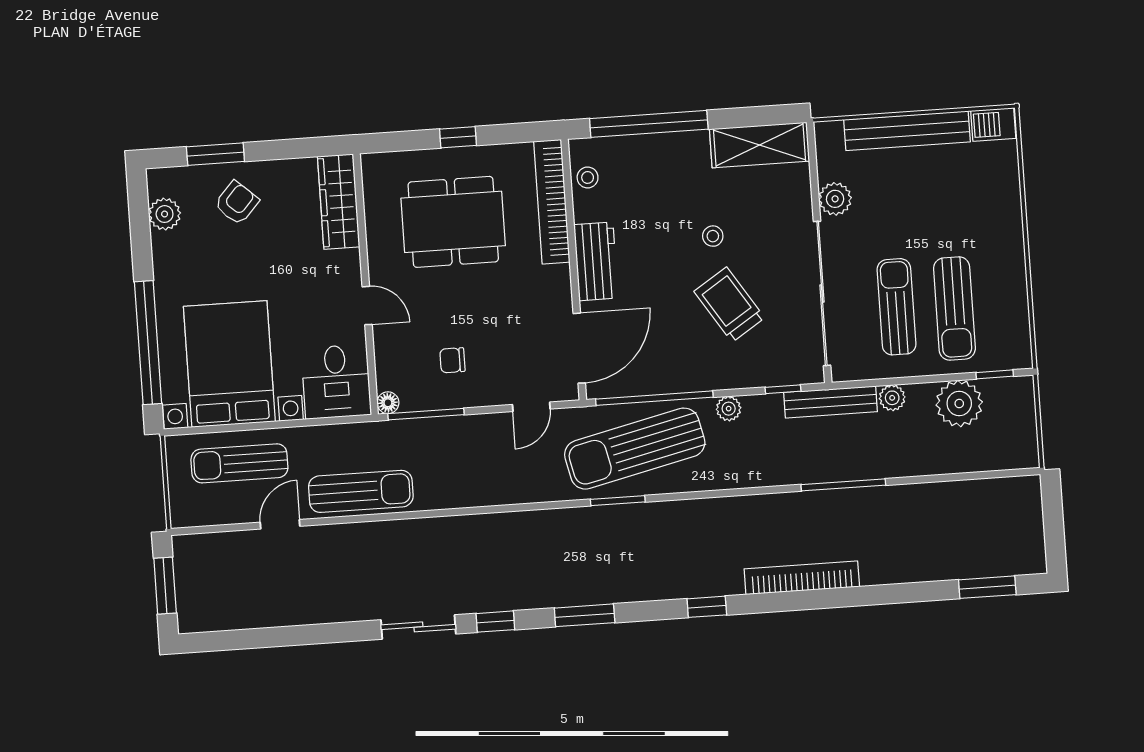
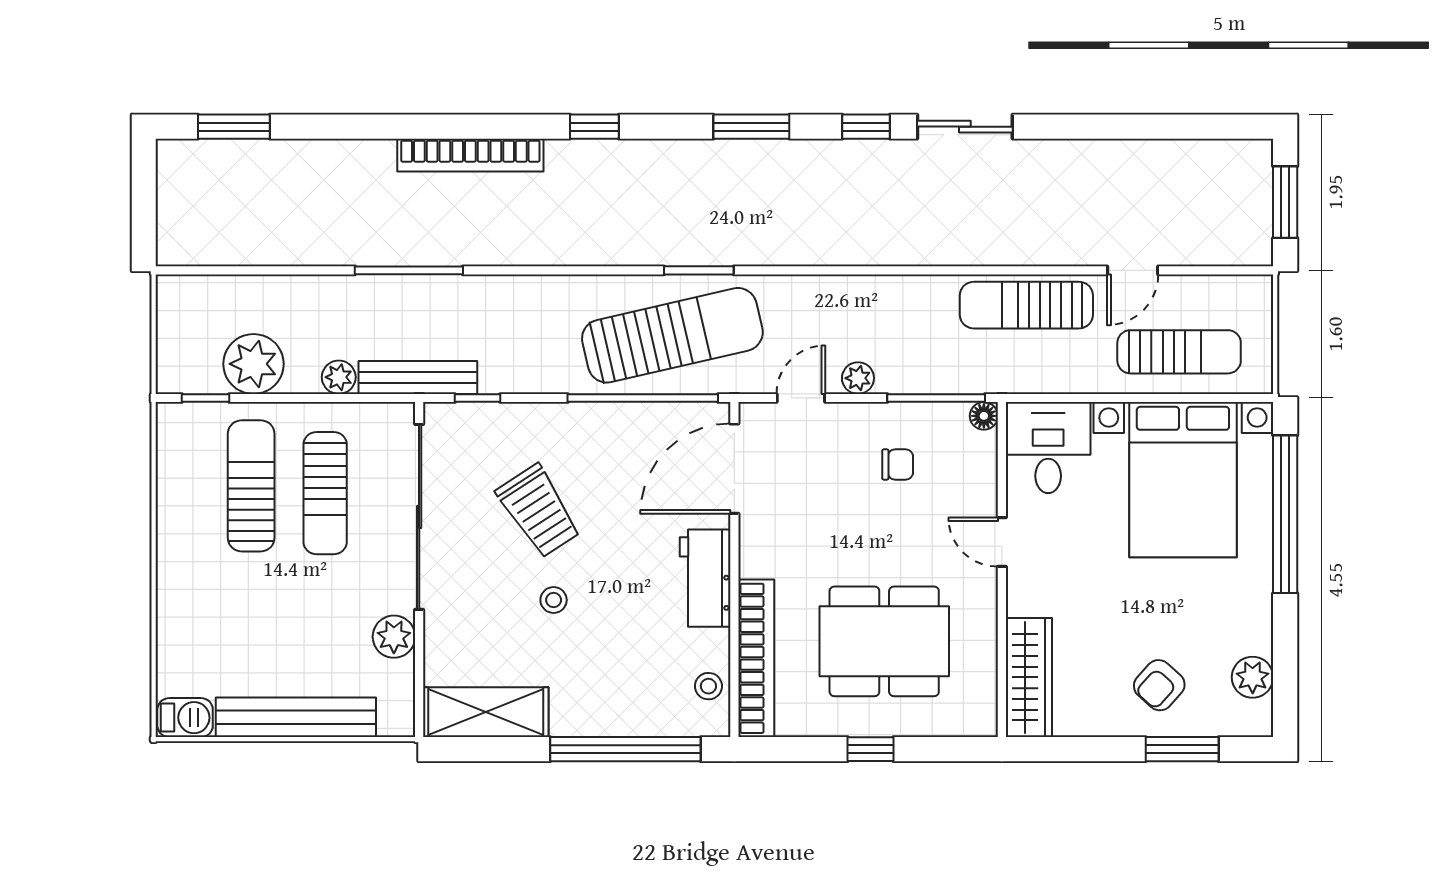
plant: (729, 409) -> (858, 378), moved

